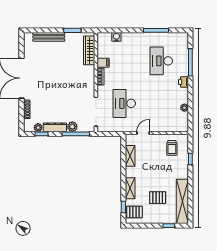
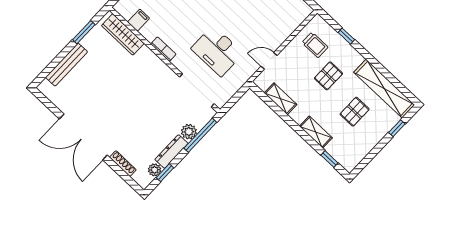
filing cabinet: (103, 63) -> (138, 20), moved
door: (143, 133) -> (269, 61), hinge flipped
pallet: (134, 212) -> (328, 76), moved

